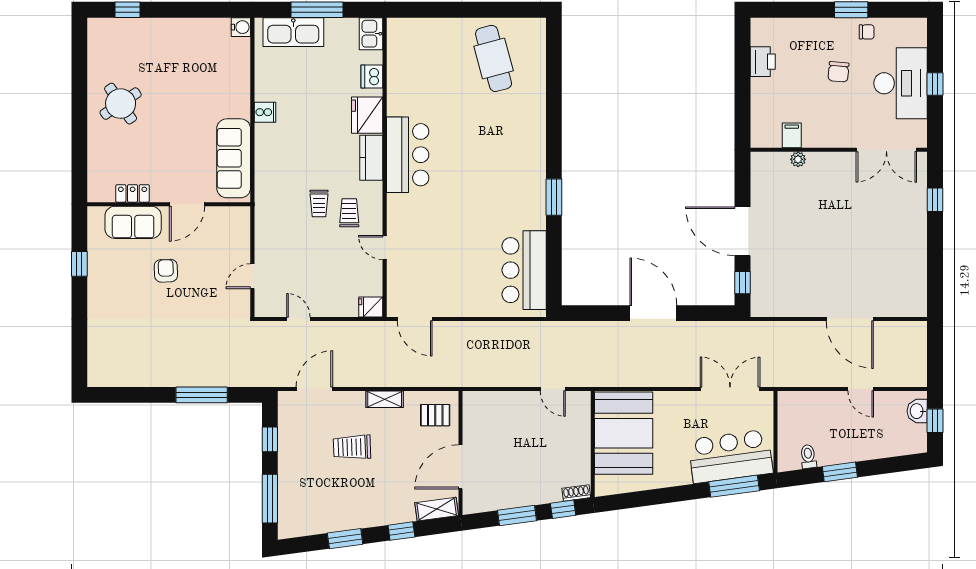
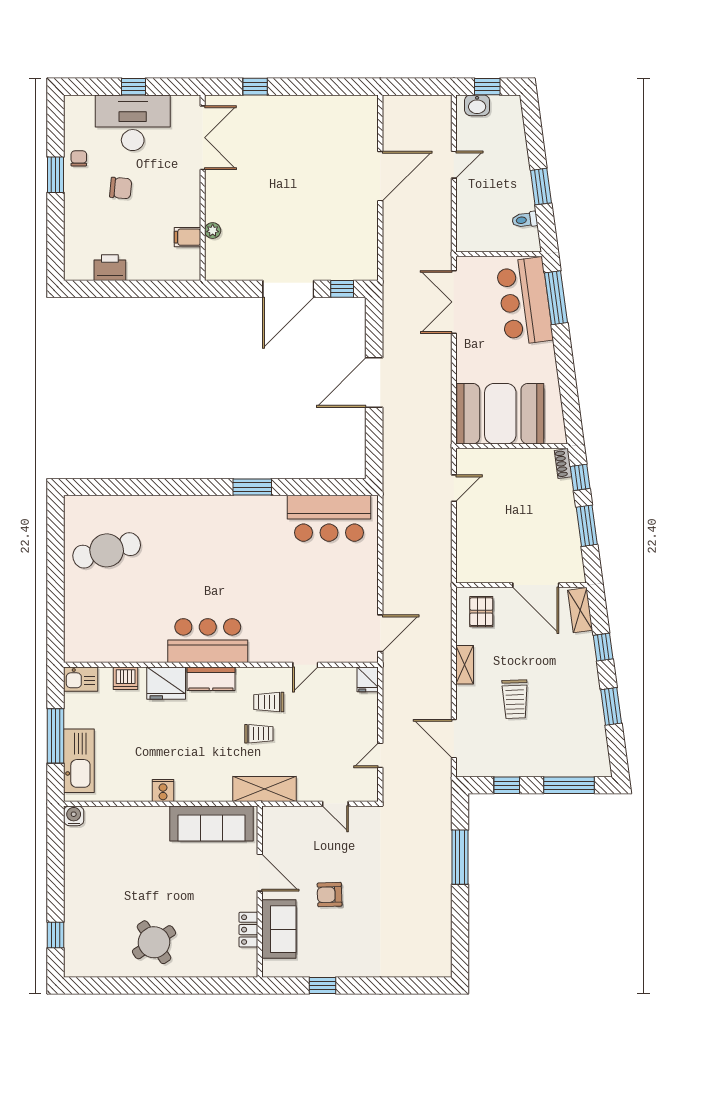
shelving: (266, 209) -> (264, 789), added

